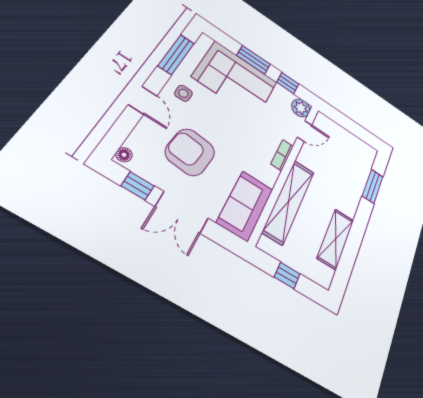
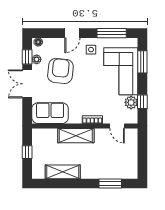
window: (254, 60) -> (142, 62), moved
plant: (301, 108) -> (131, 102), moved
plant: (151, 174) -> (37, 59), added
shelving: (289, 201) -> (76, 136), width x0.68

